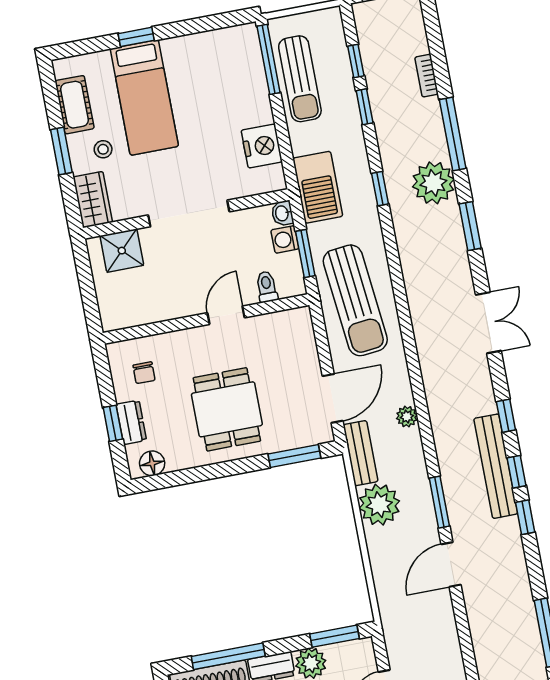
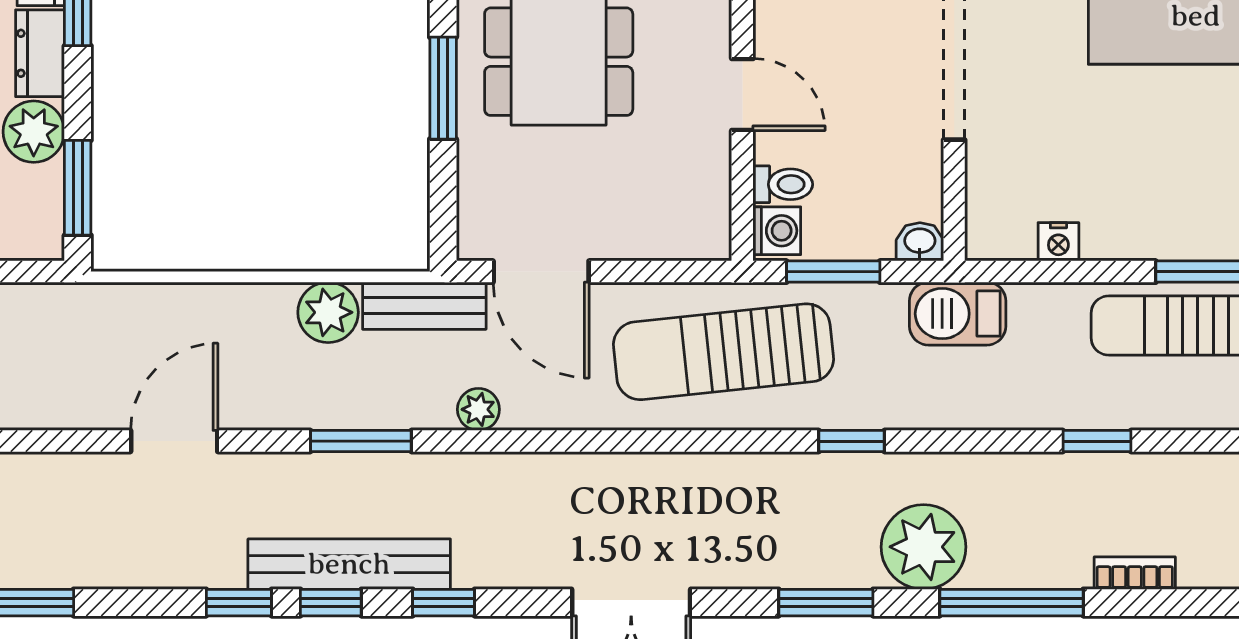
window: (356, 61) -> (1189, 441), removed
nightstand: (262, 146) -> (1058, 242), width x0.53, depth x0.56
barbecue: (318, 187) -> (958, 314), width x0.73, depth x0.83
window: (380, 189) -> (852, 441), moved
washing machine: (285, 239) -> (777, 231), moved, turned 90
window: (294, 456) -> (443, 88), moved
window: (439, 502) -> (361, 441), moved
plant: (379, 505) -> (328, 312), width x0.73, depth x0.73
door: (451, 565) -> (174, 441), hinge flipped

